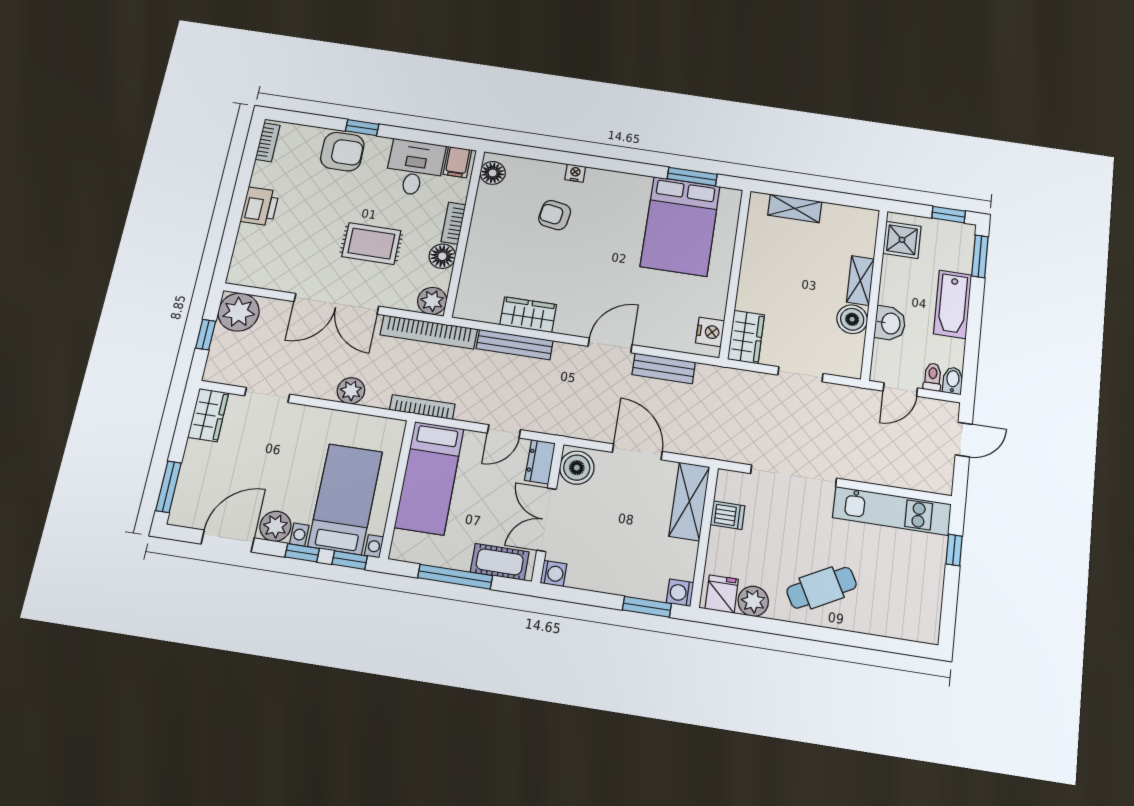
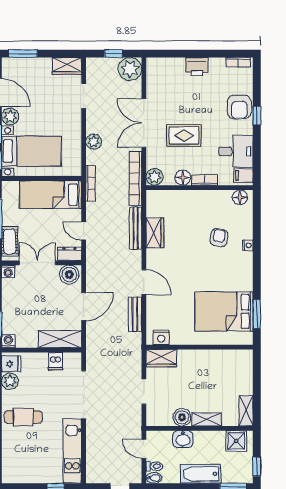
shelving: (795, 208) -> (246, 411), moved
rug: (371, 244) -> (184, 136), turned 90
cafe table: (822, 588) -> (23, 417), turned -62

